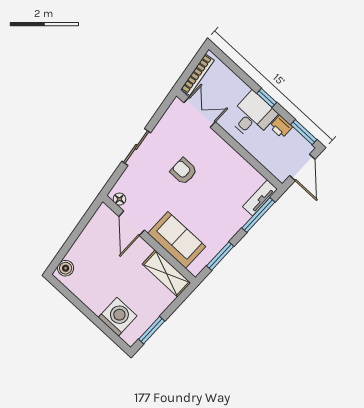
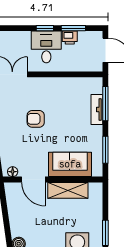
window: (304, 132) -> (73, 28), moved
tv unit: (260, 198) -> (97, 110), moved
shelving: (166, 273) -> (68, 190), moved

